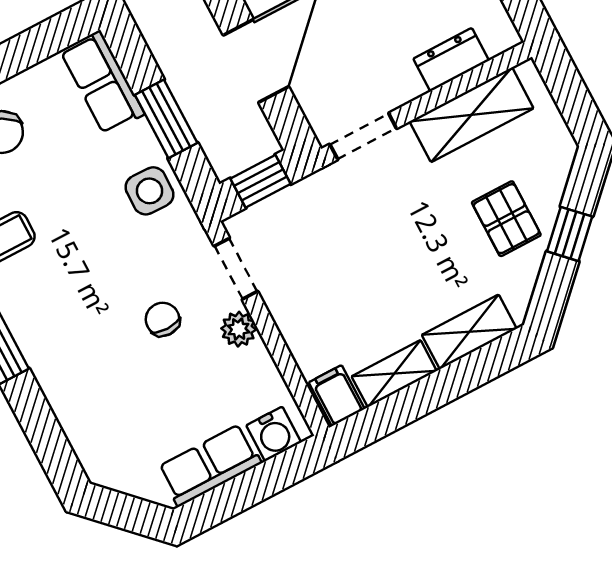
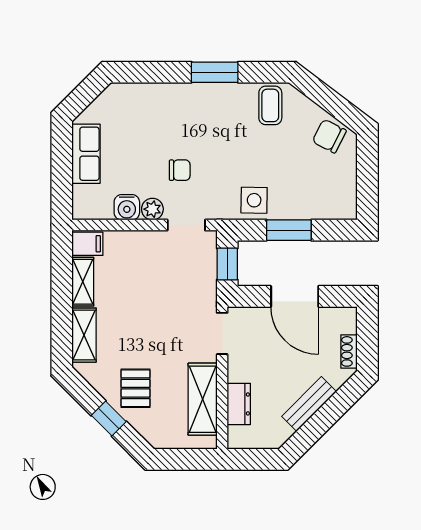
row of seats: (102, 82) -> (327, 206), removed
pallet: (506, 219) -> (135, 388), turned 90
water cooler: (274, 434) -> (127, 207), moved, turned -90

